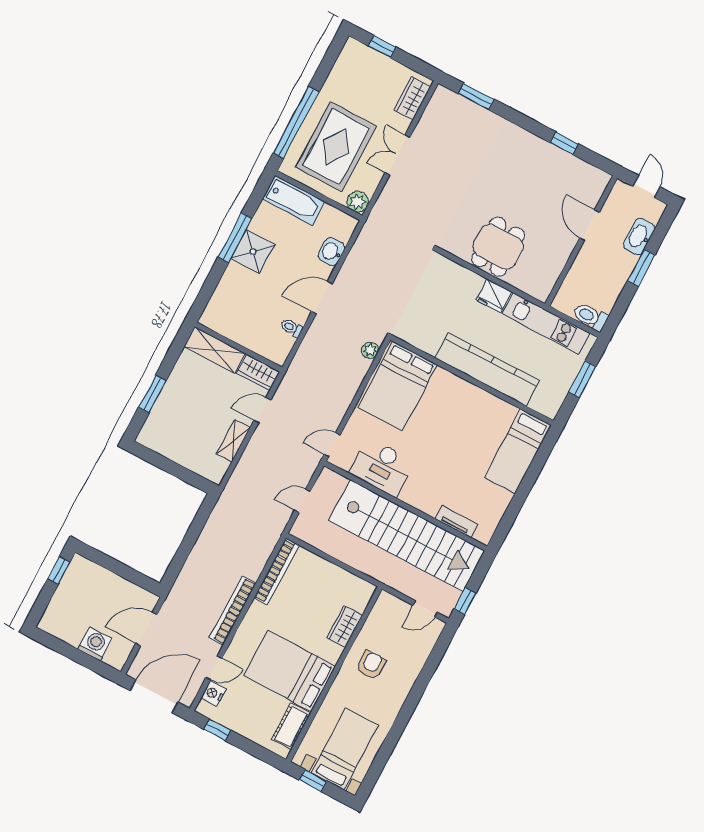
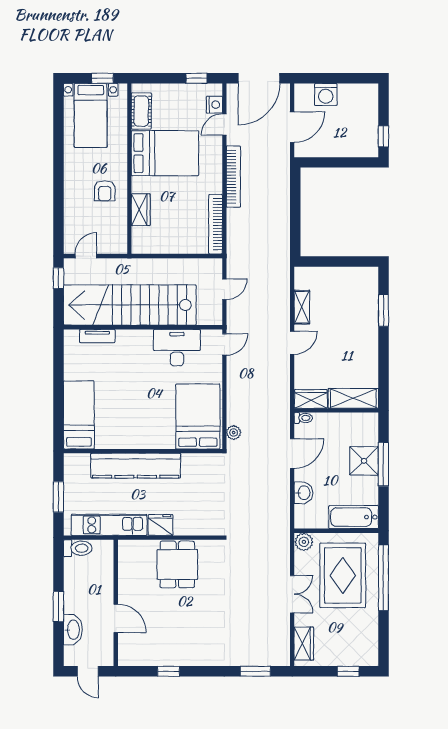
wall: (238, 347) -> (336, 410), moved
shelving: (215, 350) -> (353, 398), moved
wardrobe: (258, 372) -> (311, 399), moved

